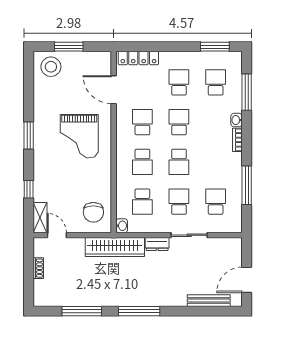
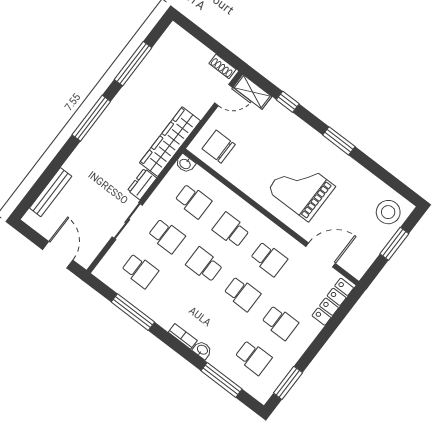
school desk: (142, 202) -> (193, 201), turned 180
shoe rack: (38, 268) -> (223, 66), moved
door: (247, 280) -> (58, 255), moved

